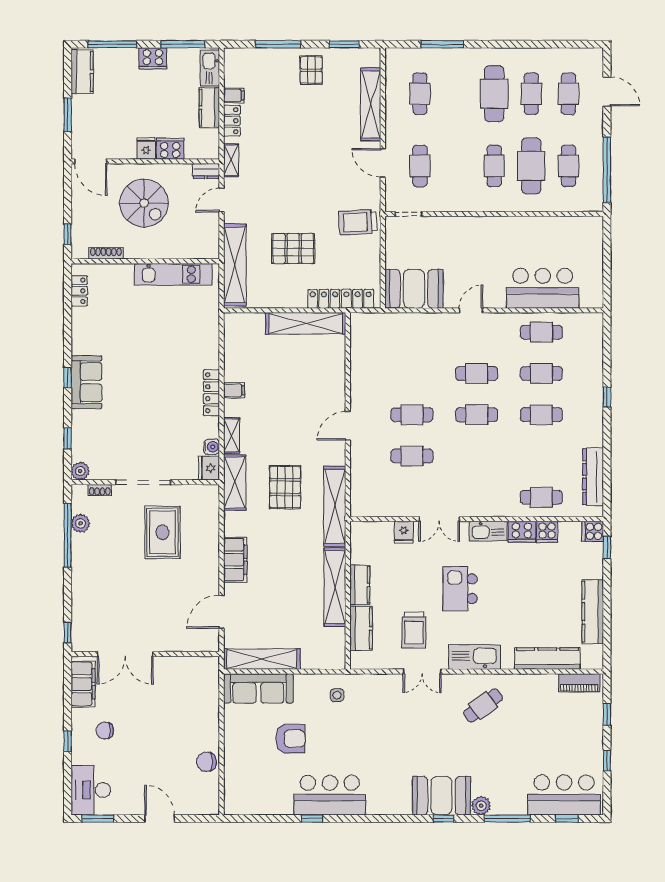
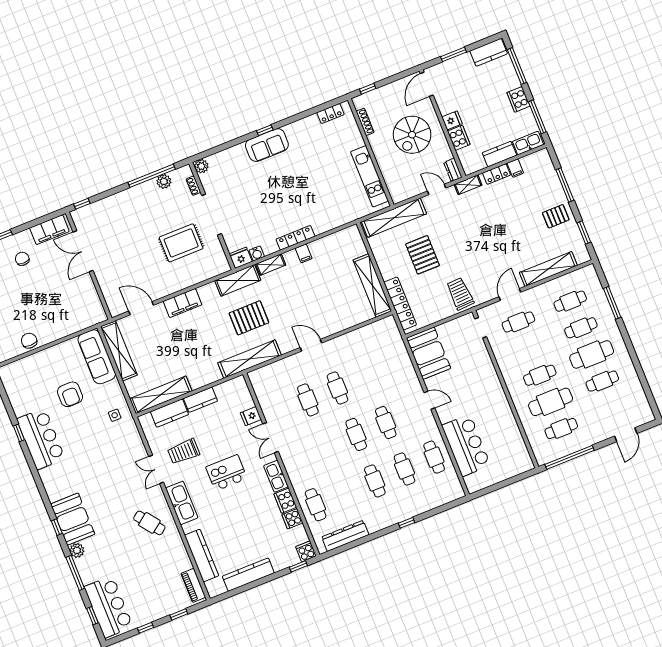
cafe table: (568, 94) -> (581, 328), moved
window: (68, 438) -> (221, 148), removed
shelving: (335, 587) -> (161, 395), moved

